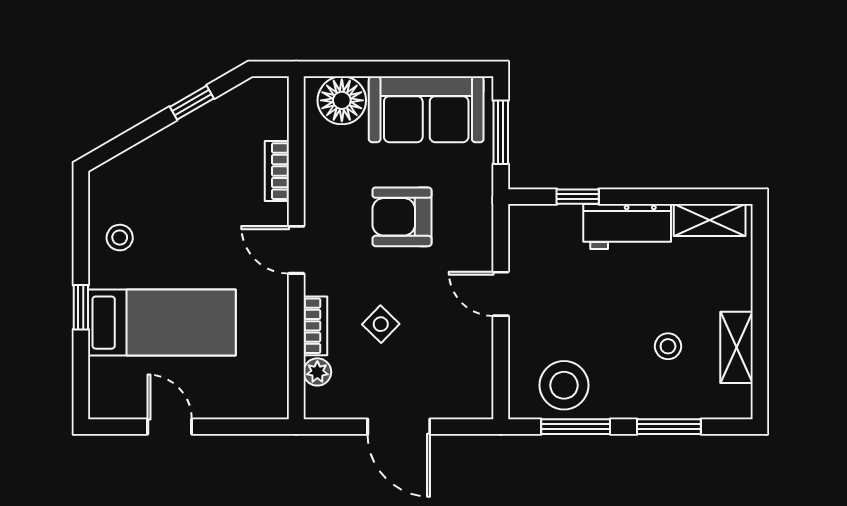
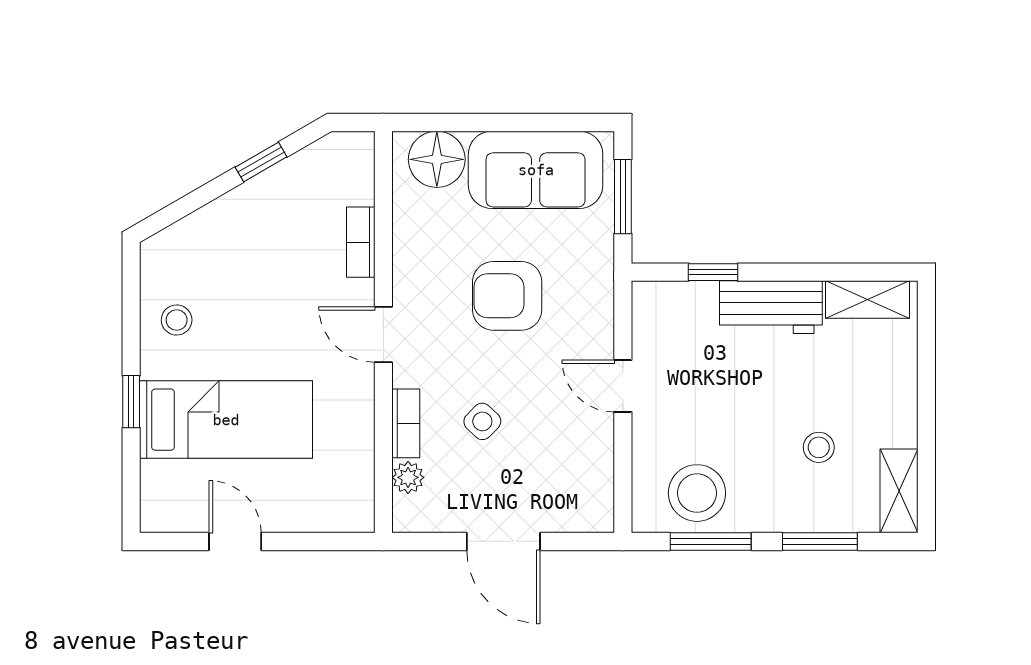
shelving: (736, 347) -> (899, 491), moved

